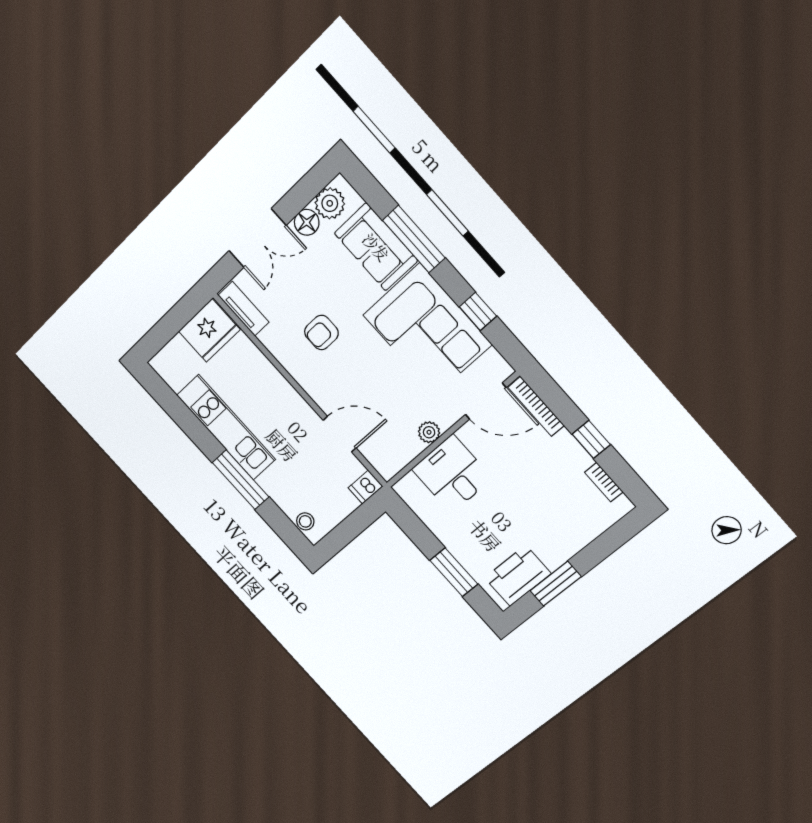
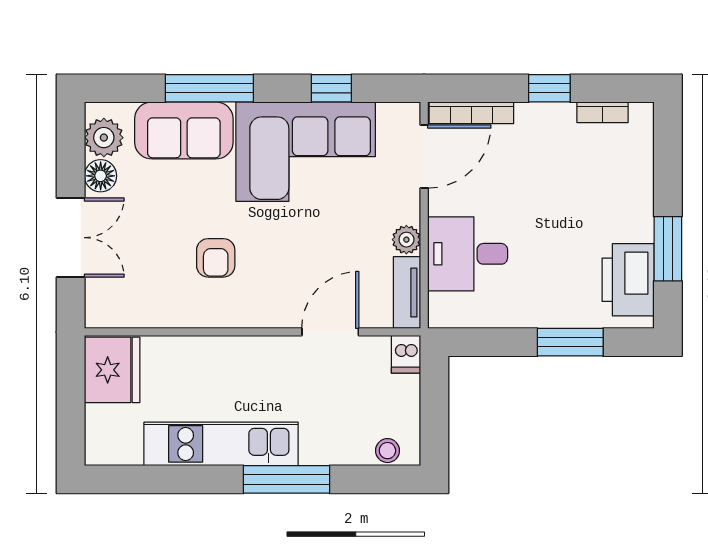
tv unit: (244, 309) -> (407, 293), moved, turned -90

